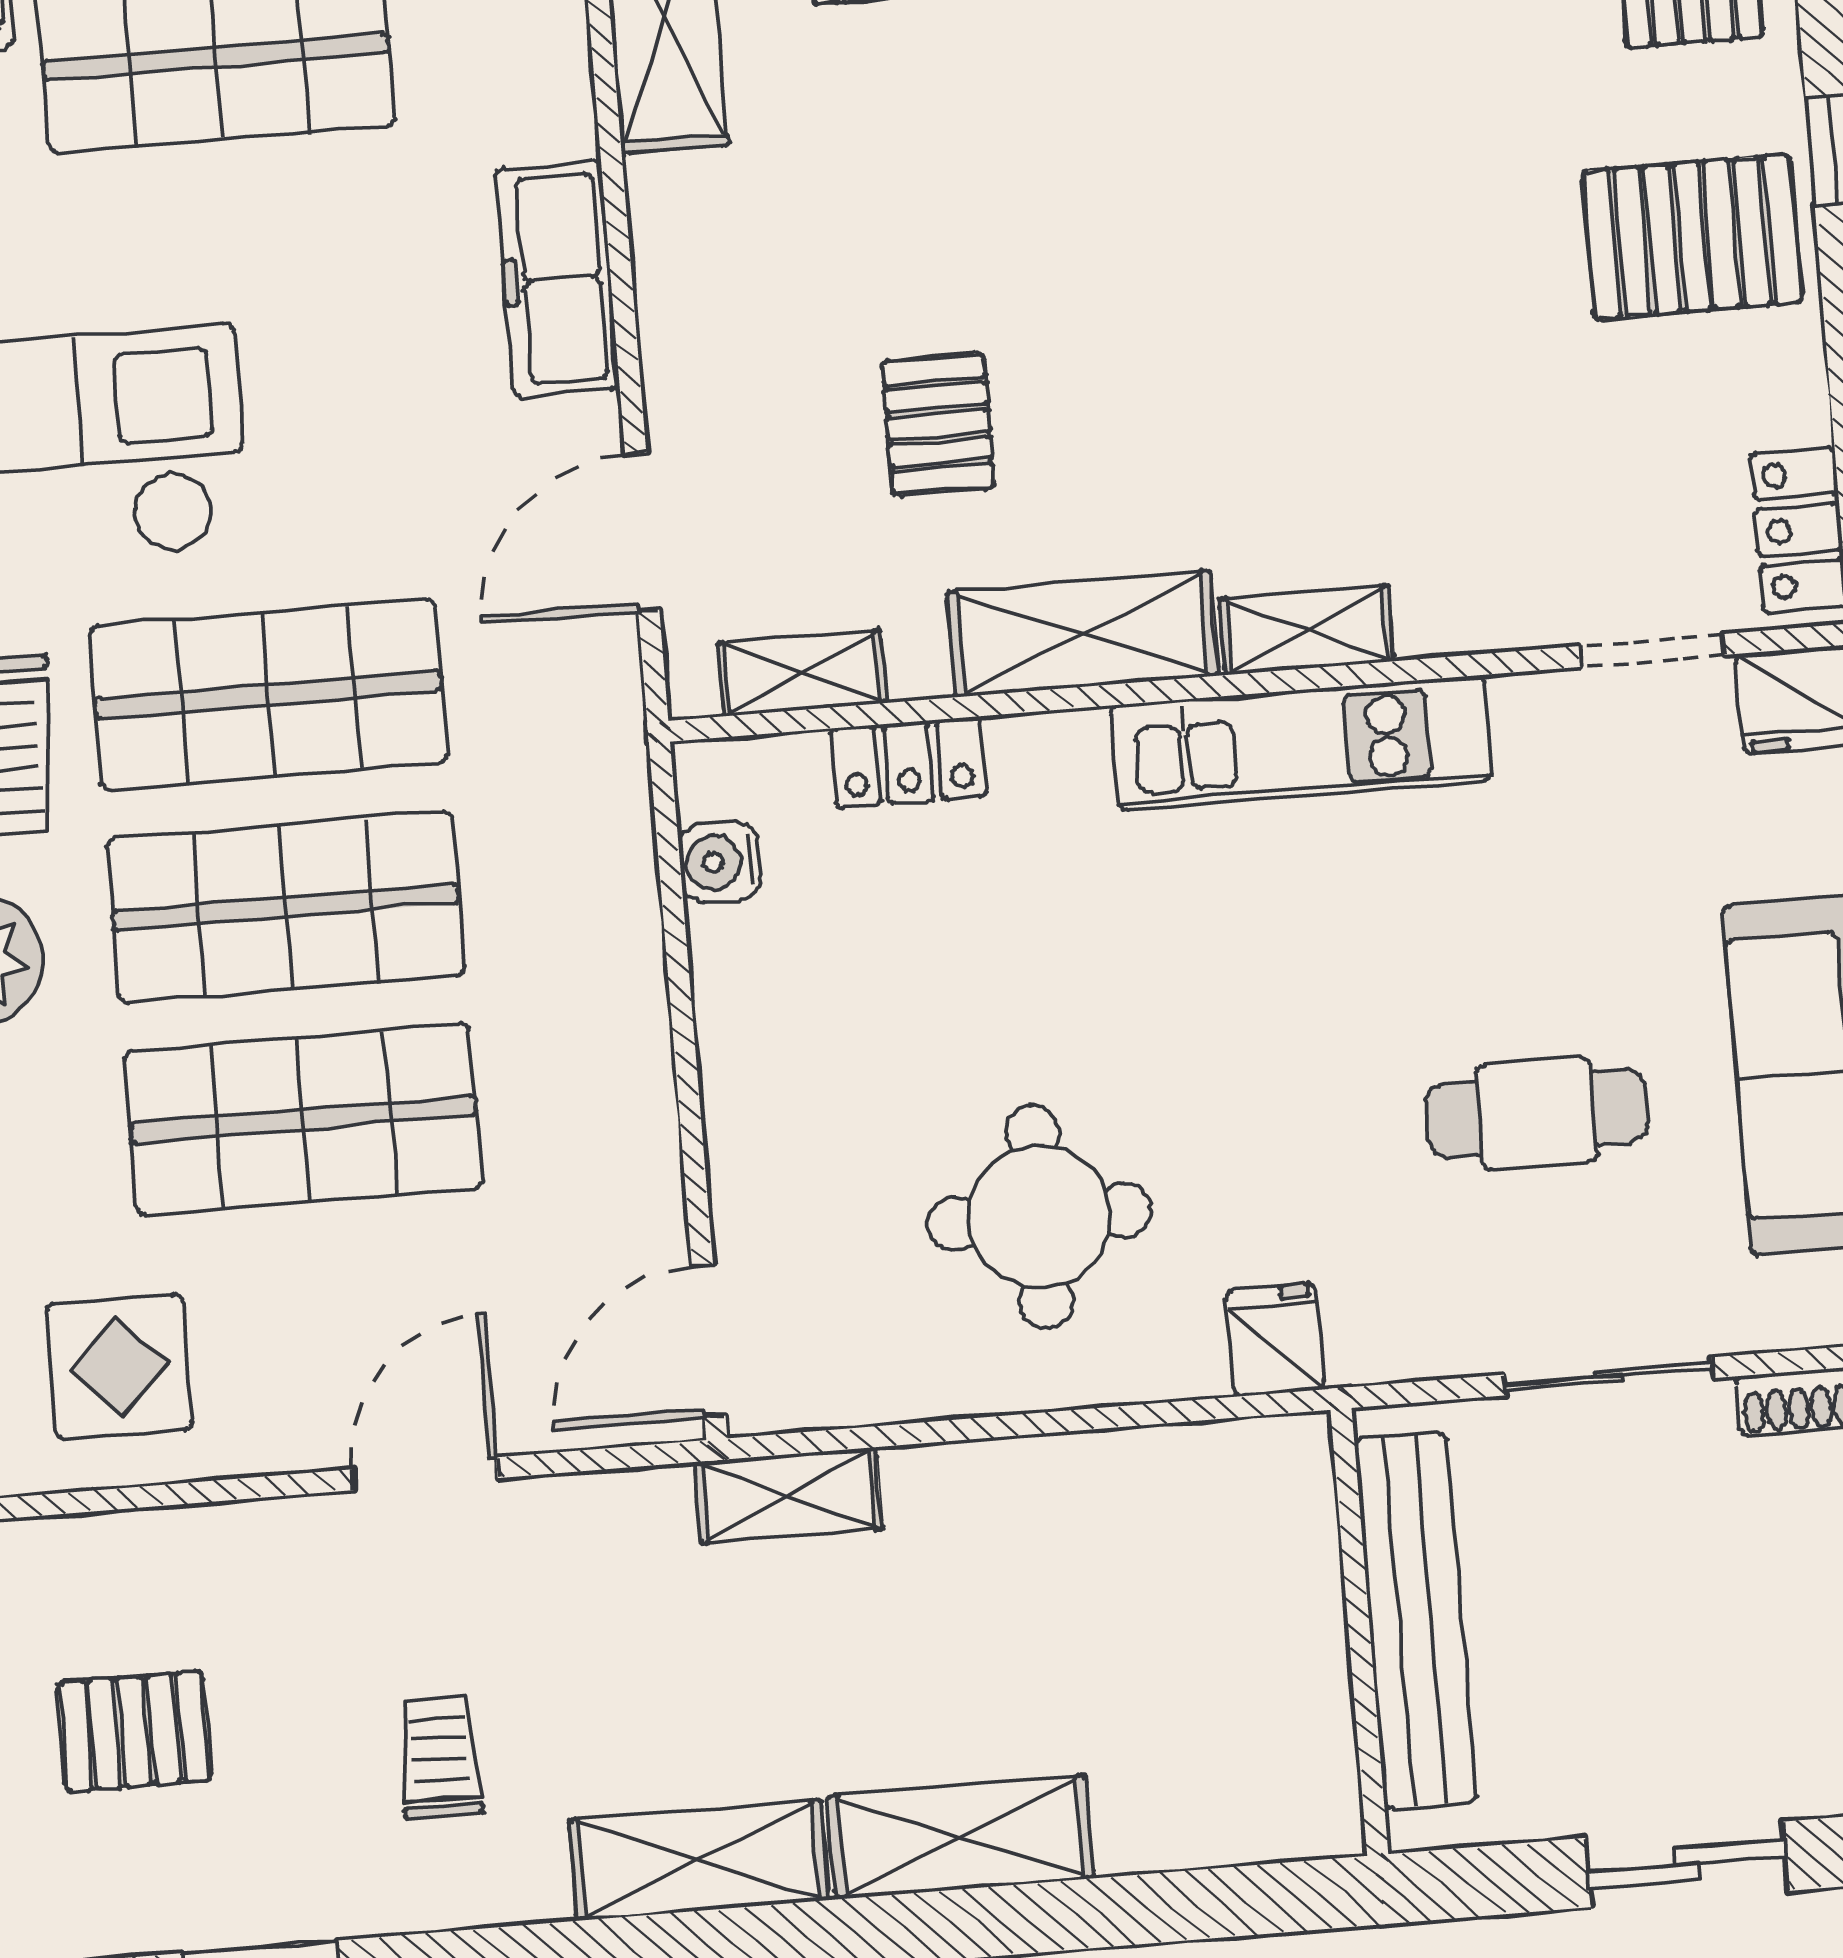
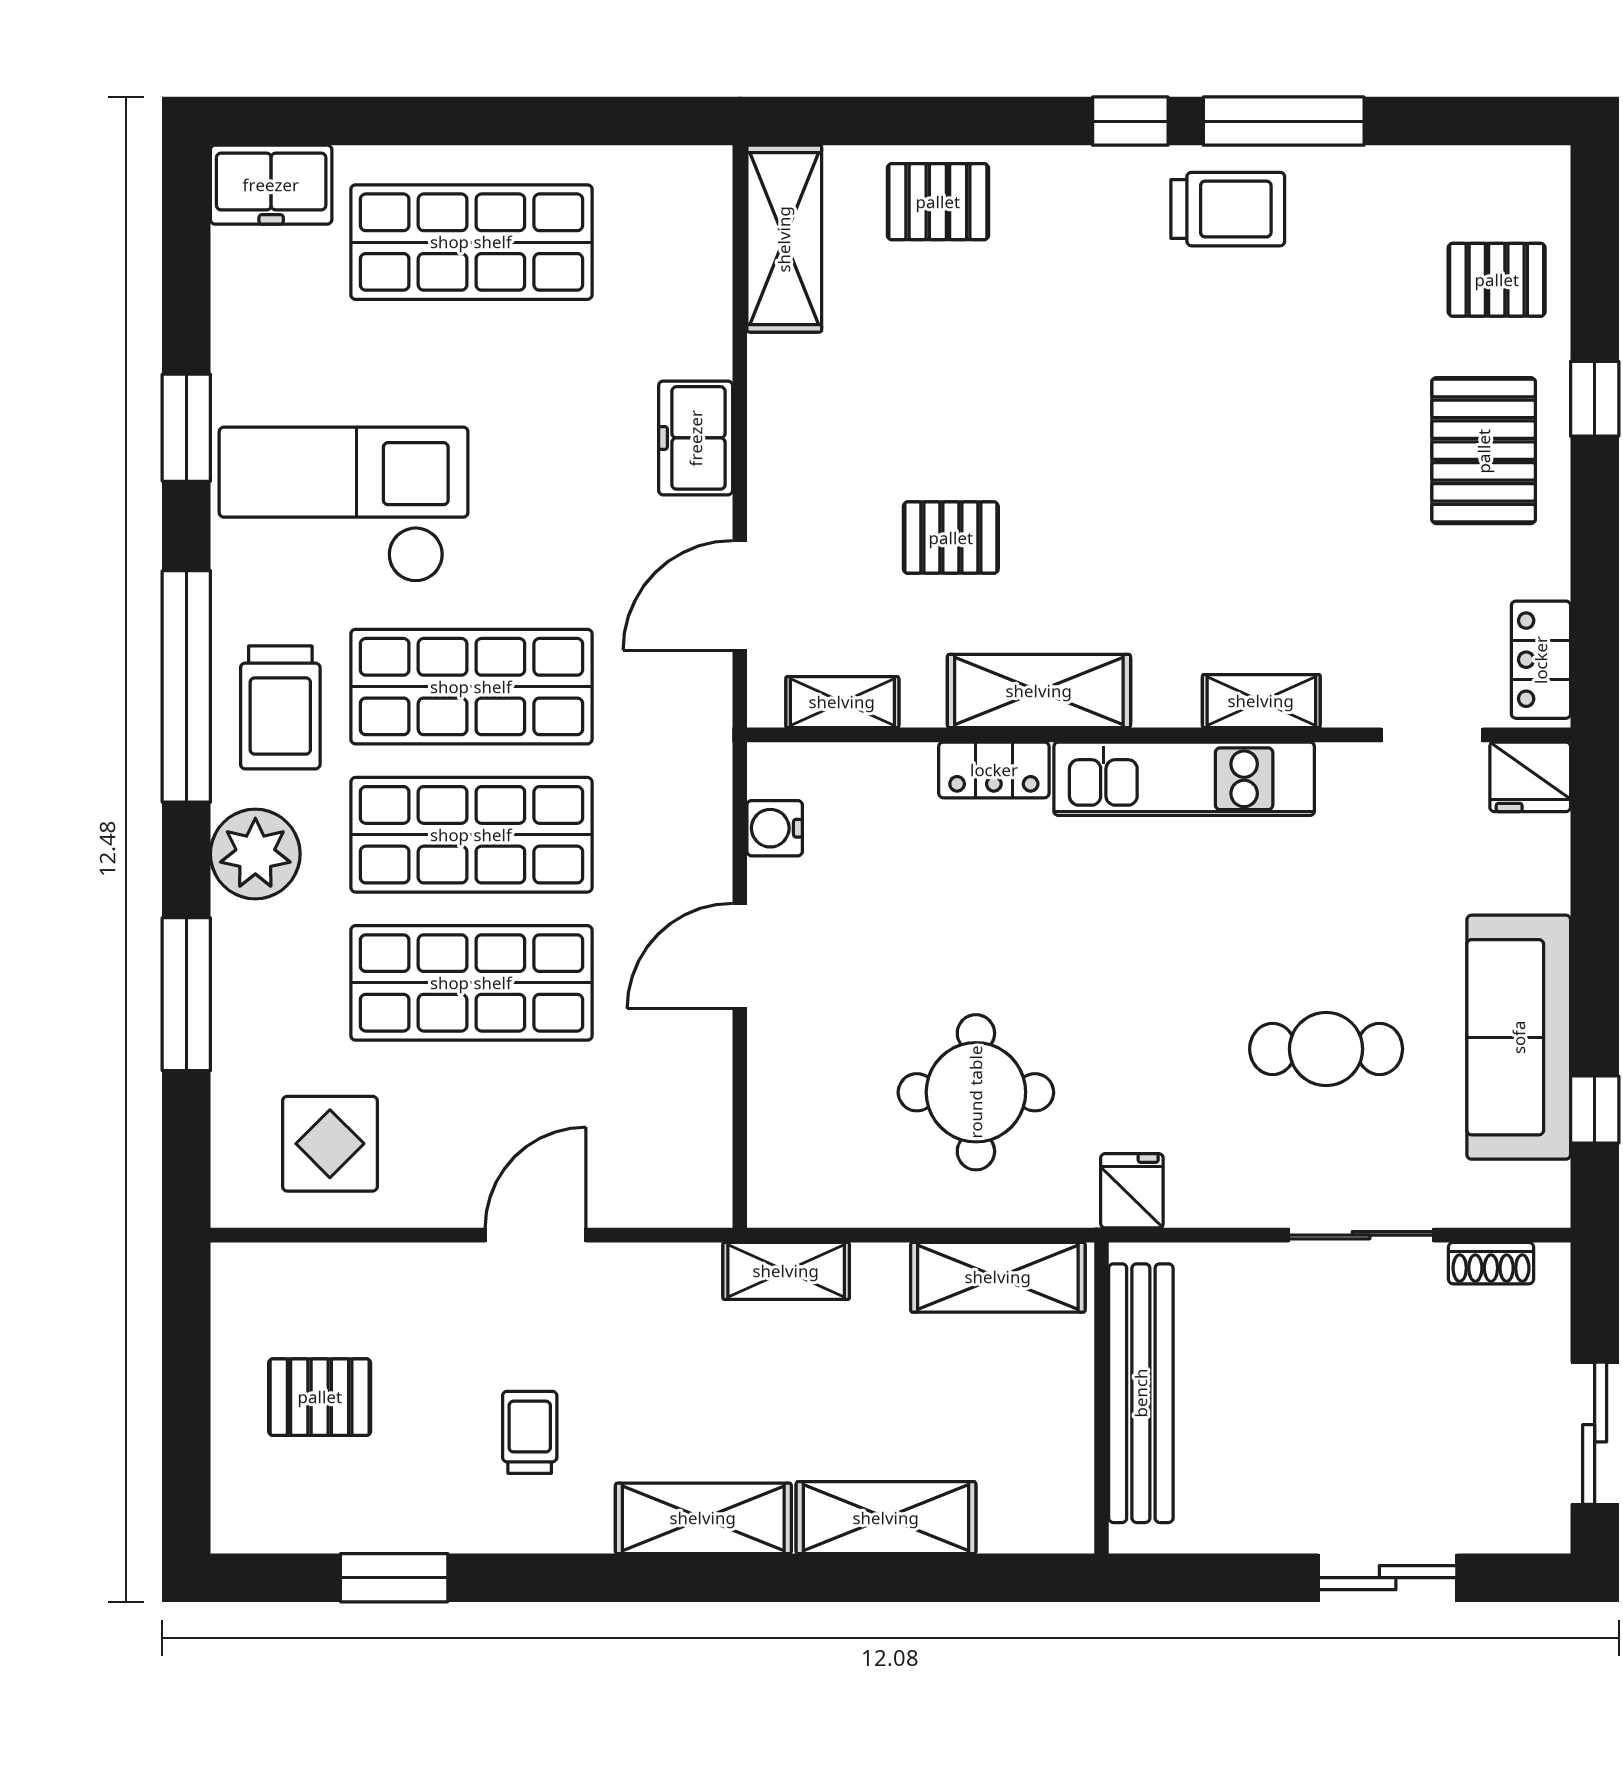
pallet: (1692, 237) -> (1484, 451), turned 90
freezer: (558, 279) -> (696, 438), width x0.71
pallet: (938, 424) -> (951, 538), turned 90
shelving: (1307, 630) -> (1261, 701), moved
locker: (908, 762) -> (994, 770), moved
door: (709, 1341) -> (740, 956), moved
shelving: (1093, 1480) -> (998, 1277), added
bench: (1415, 1620) -> (1141, 1393), moved
wall: (1359, 1632) -> (1101, 1398), moved

